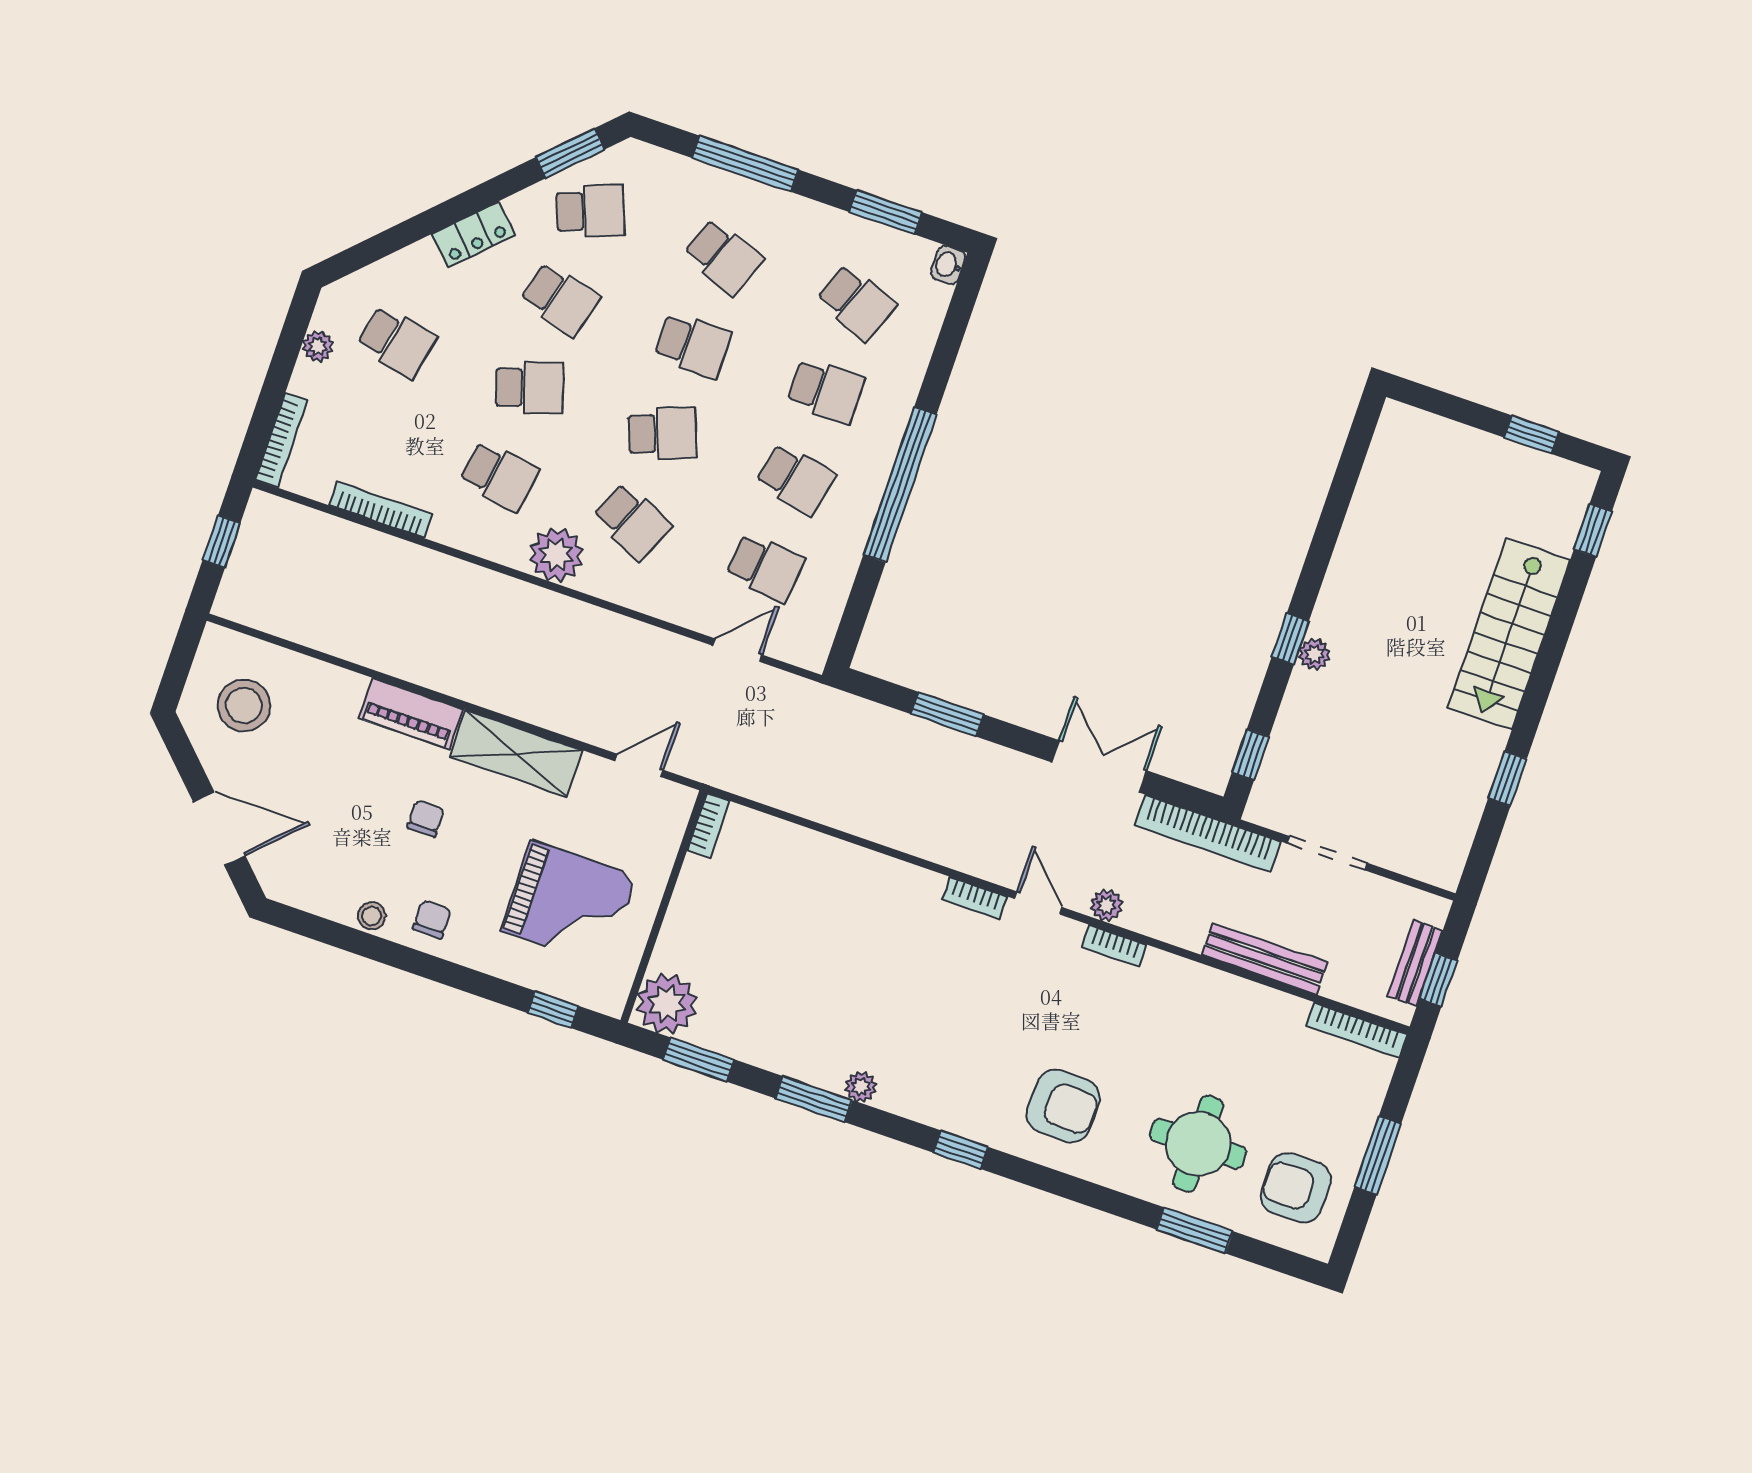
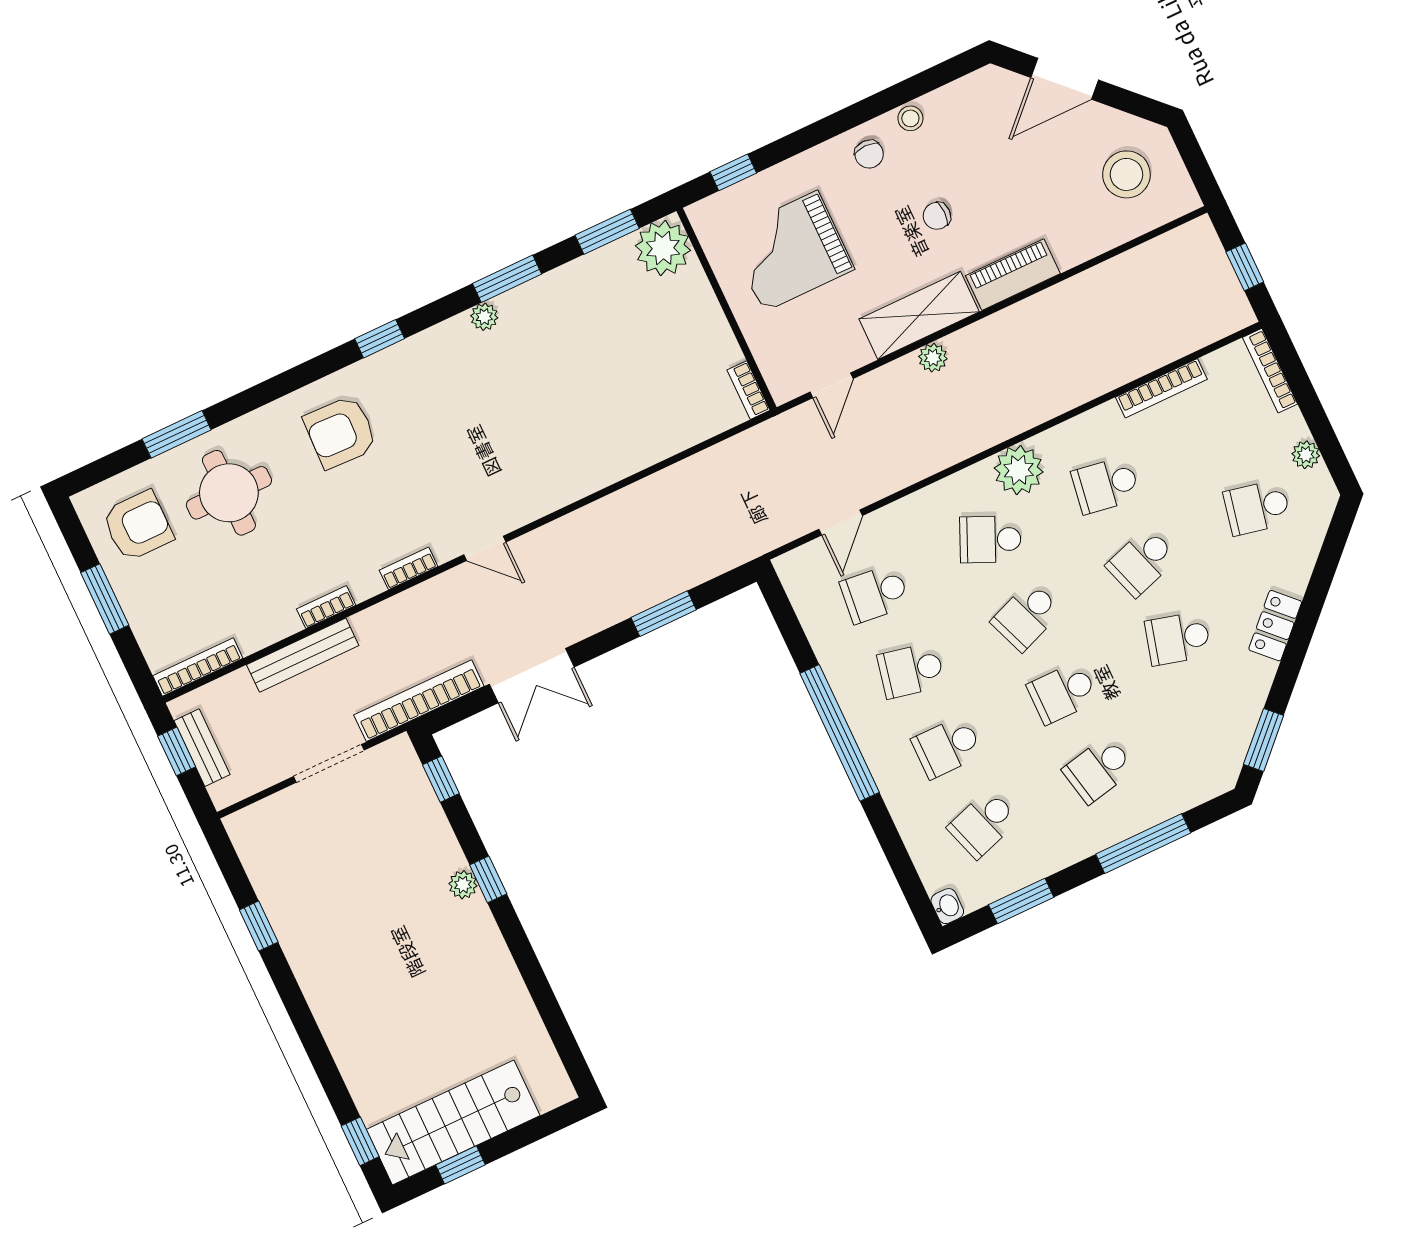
school desk: (590, 211) -> (1214, 715), removed
school desk: (723, 257) -> (1099, 769), turned -33
school desk: (856, 303) -> (983, 824), turned -39
stairs: (1509, 634) -> (453, 1122), moved, turned -90
chair: (426, 819) -> (937, 216), turned 90
bookcase: (975, 898) -> (326, 607), moved
plant: (1106, 905) -> (933, 358), moved

